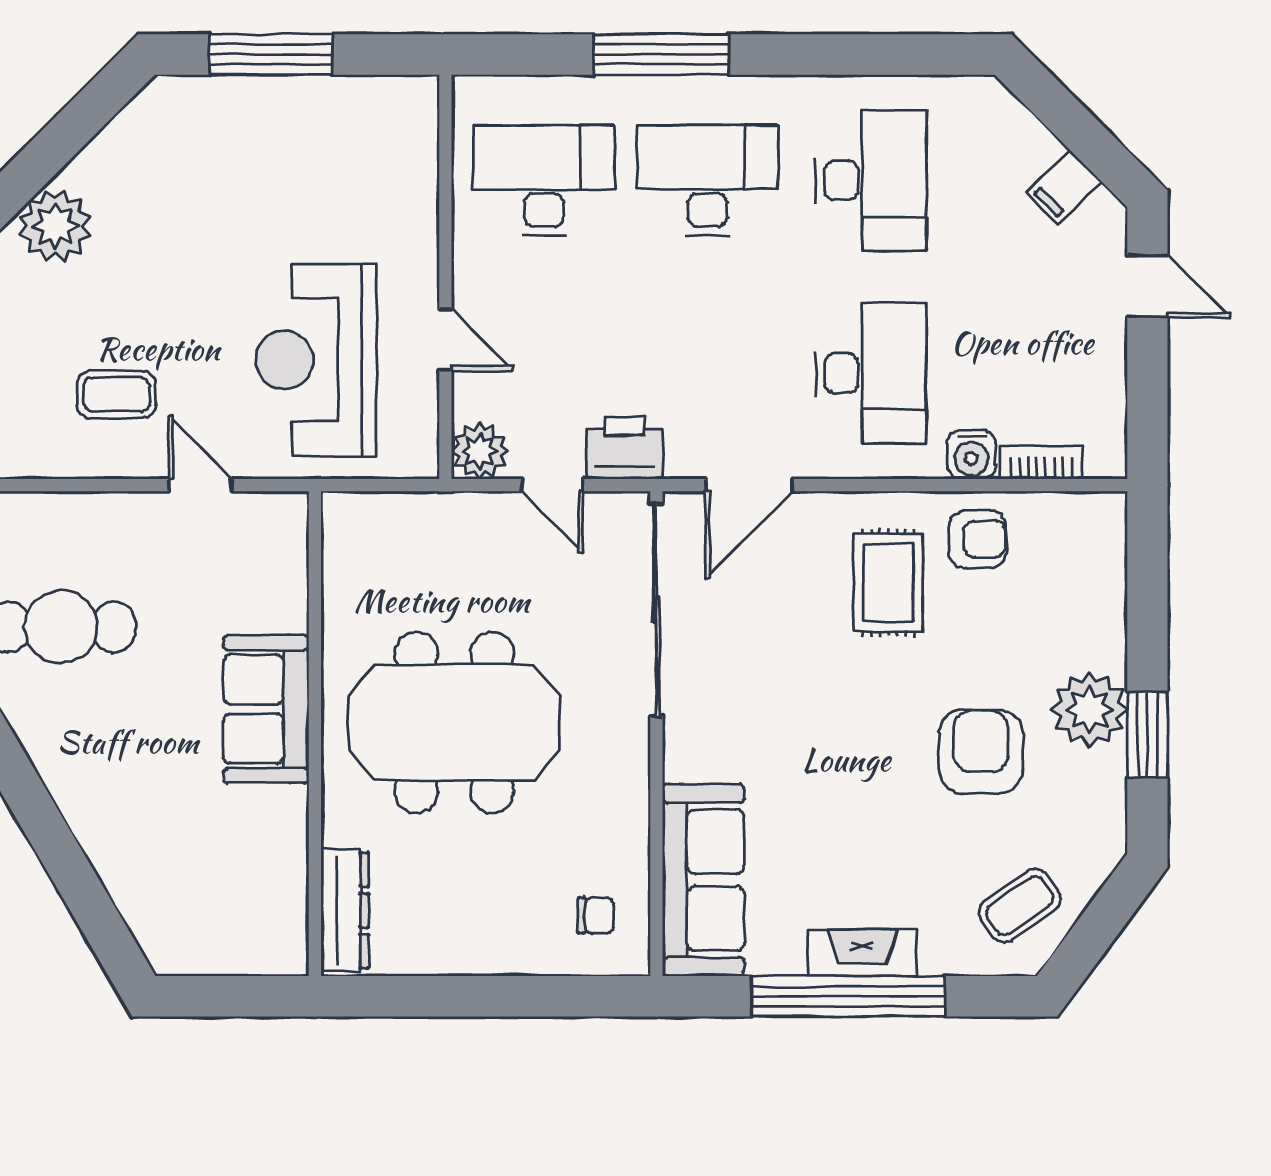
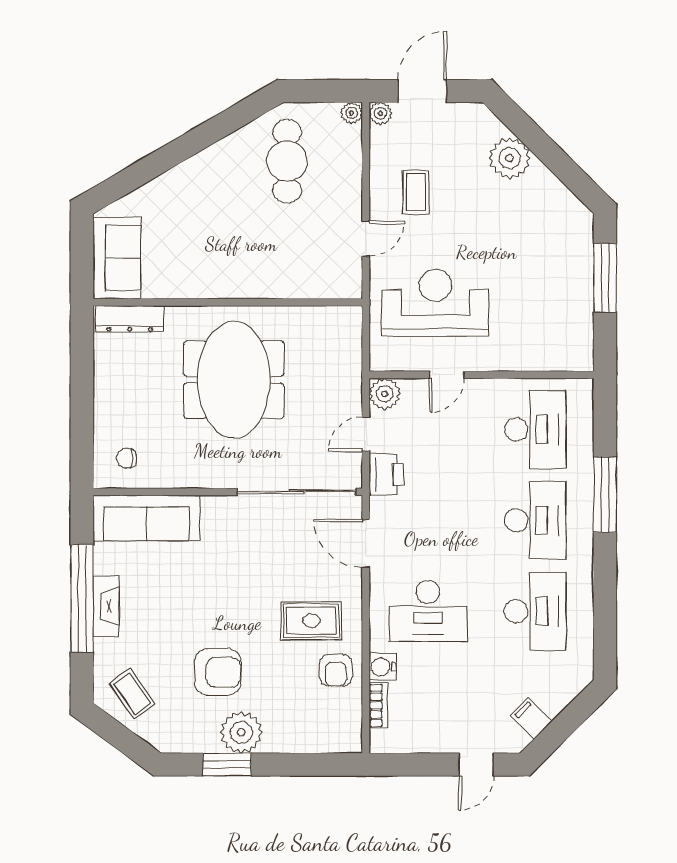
desk: (871, 180) -> (535, 611), turned -90
sofa: (266, 709) -> (117, 258), moved, turned 90
chair: (596, 916) -> (127, 458), turned 90

